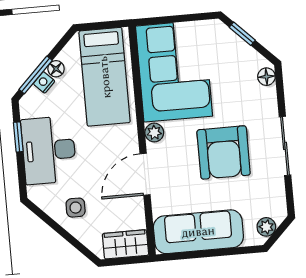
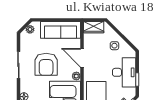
armchair: (224, 152) -> (46, 64), turned 180
door: (145, 174) -> (82, 58), swing flipped

